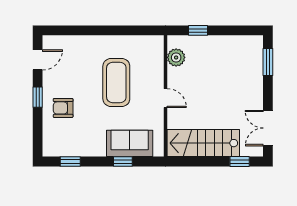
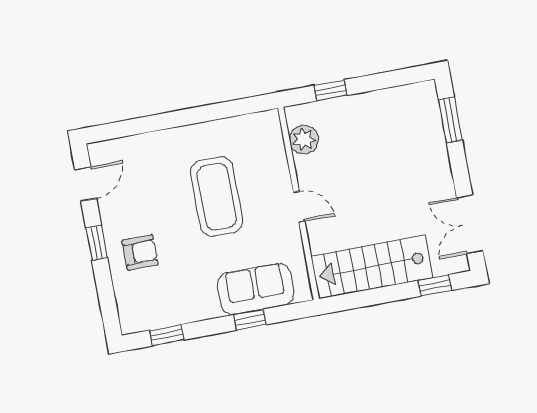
armchair: (63, 108) -> (140, 252), turned 180

